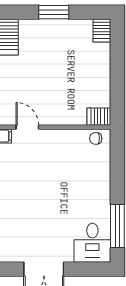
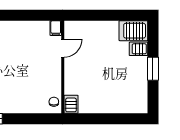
server rack: (102, 31) -> (139, 49), moved

